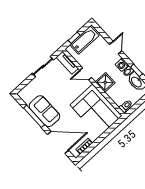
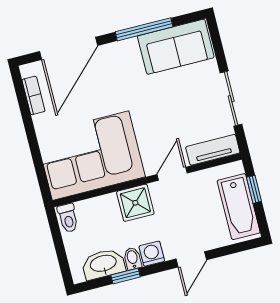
door: (116, 48) -> (191, 259), hinge flipped
sofa: (44, 111) -> (176, 47), moved

